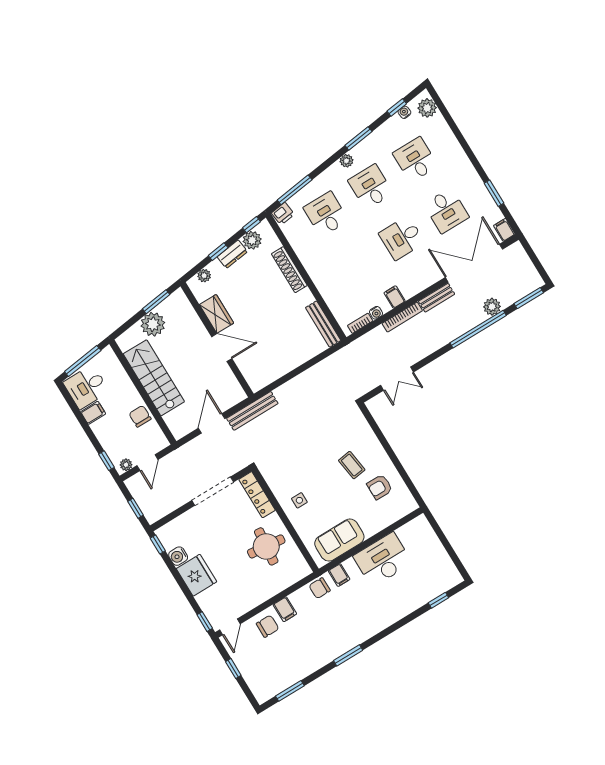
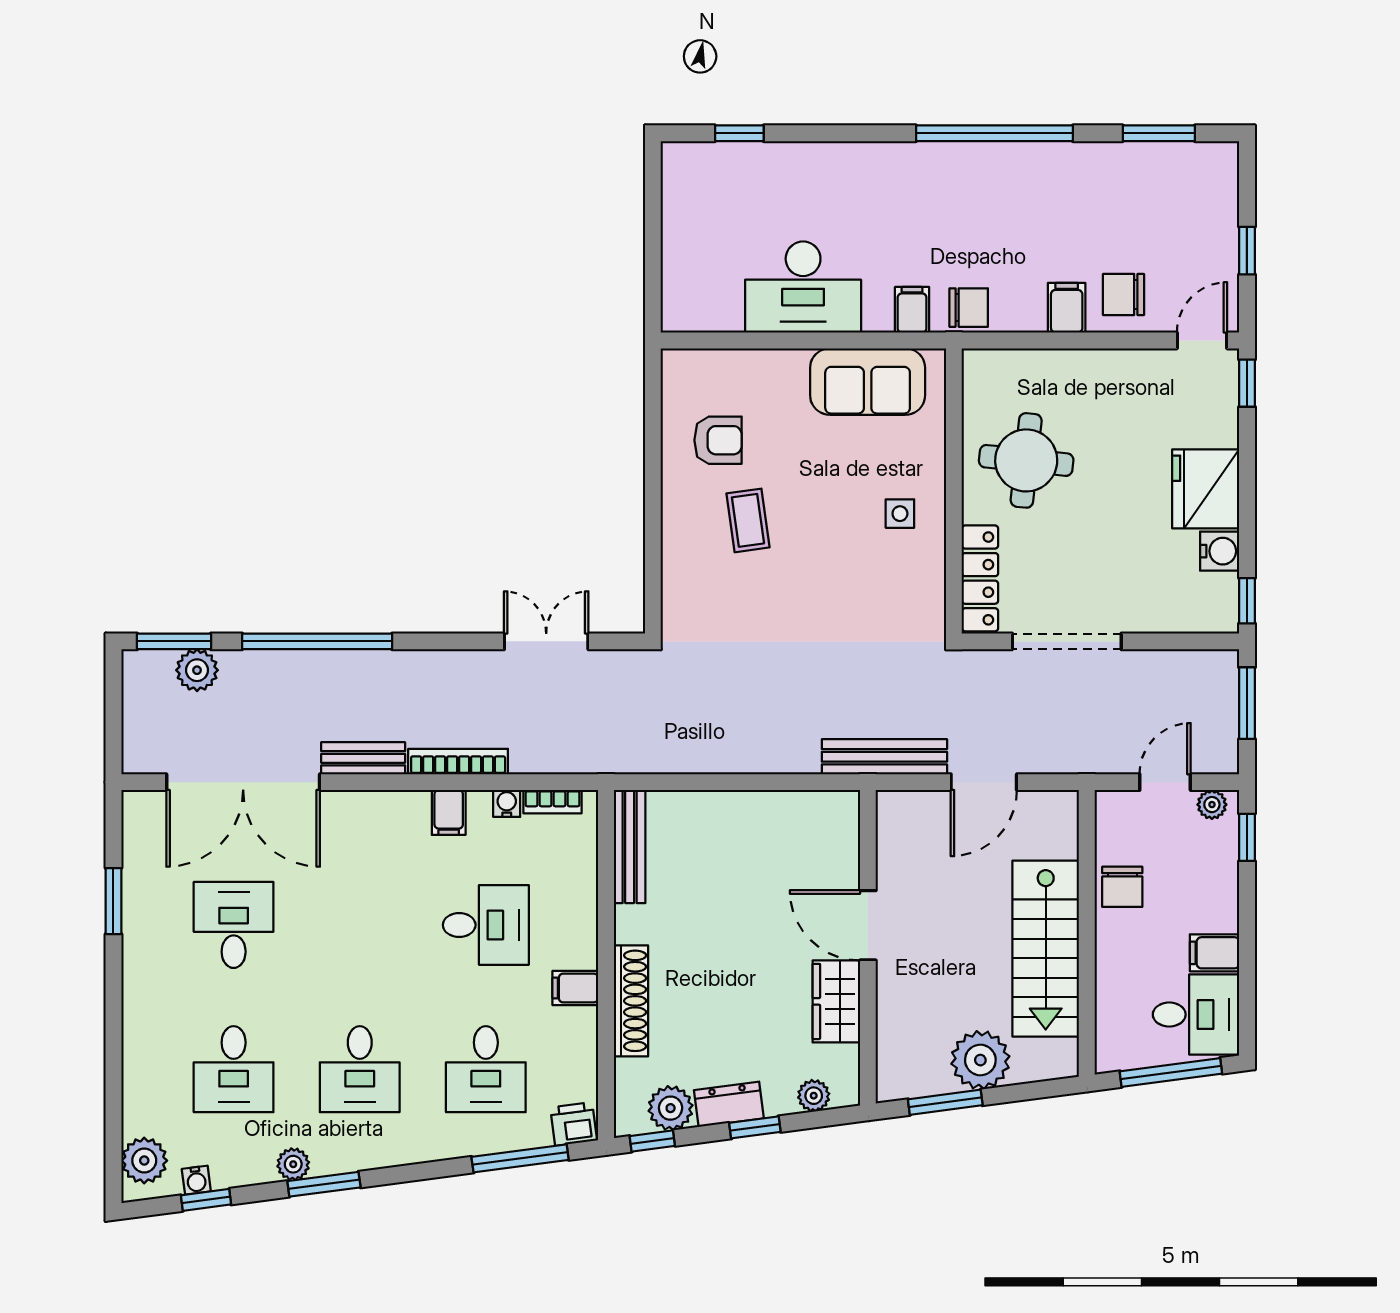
plant: (346, 161) -> (293, 1164), moved
filing cabinet: (504, 230) -> (575, 988), moved, turned 90
desk: (402, 238) -> (486, 925), moved
plant: (492, 307) -> (197, 670), moved
window: (136, 508) -> (1247, 703), width x1.50
window: (348, 655) -> (994, 133), width x2.11

